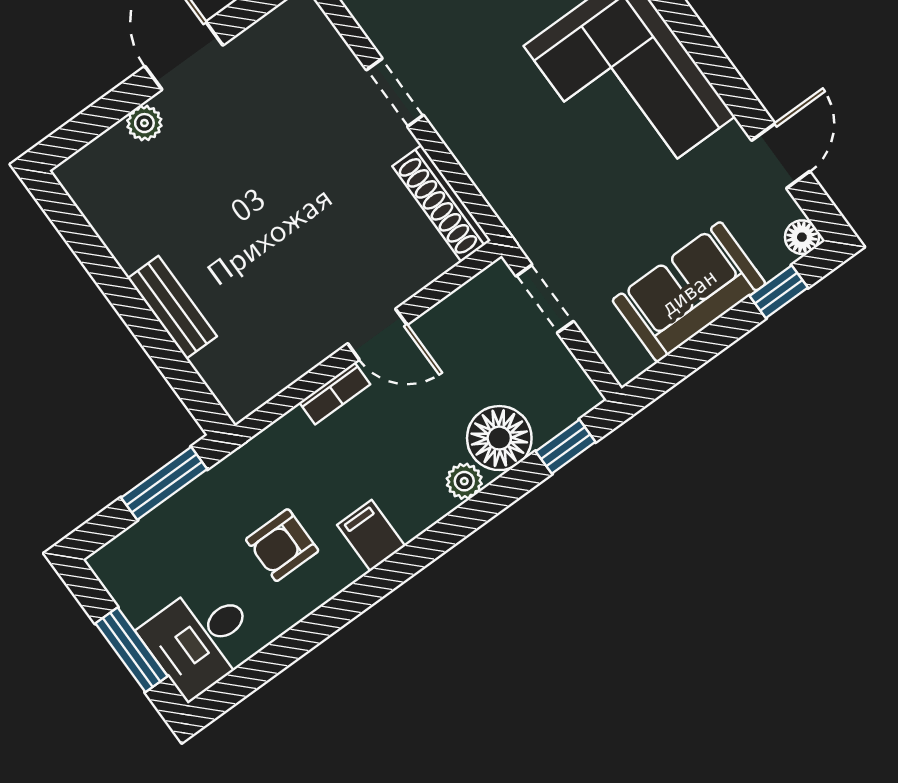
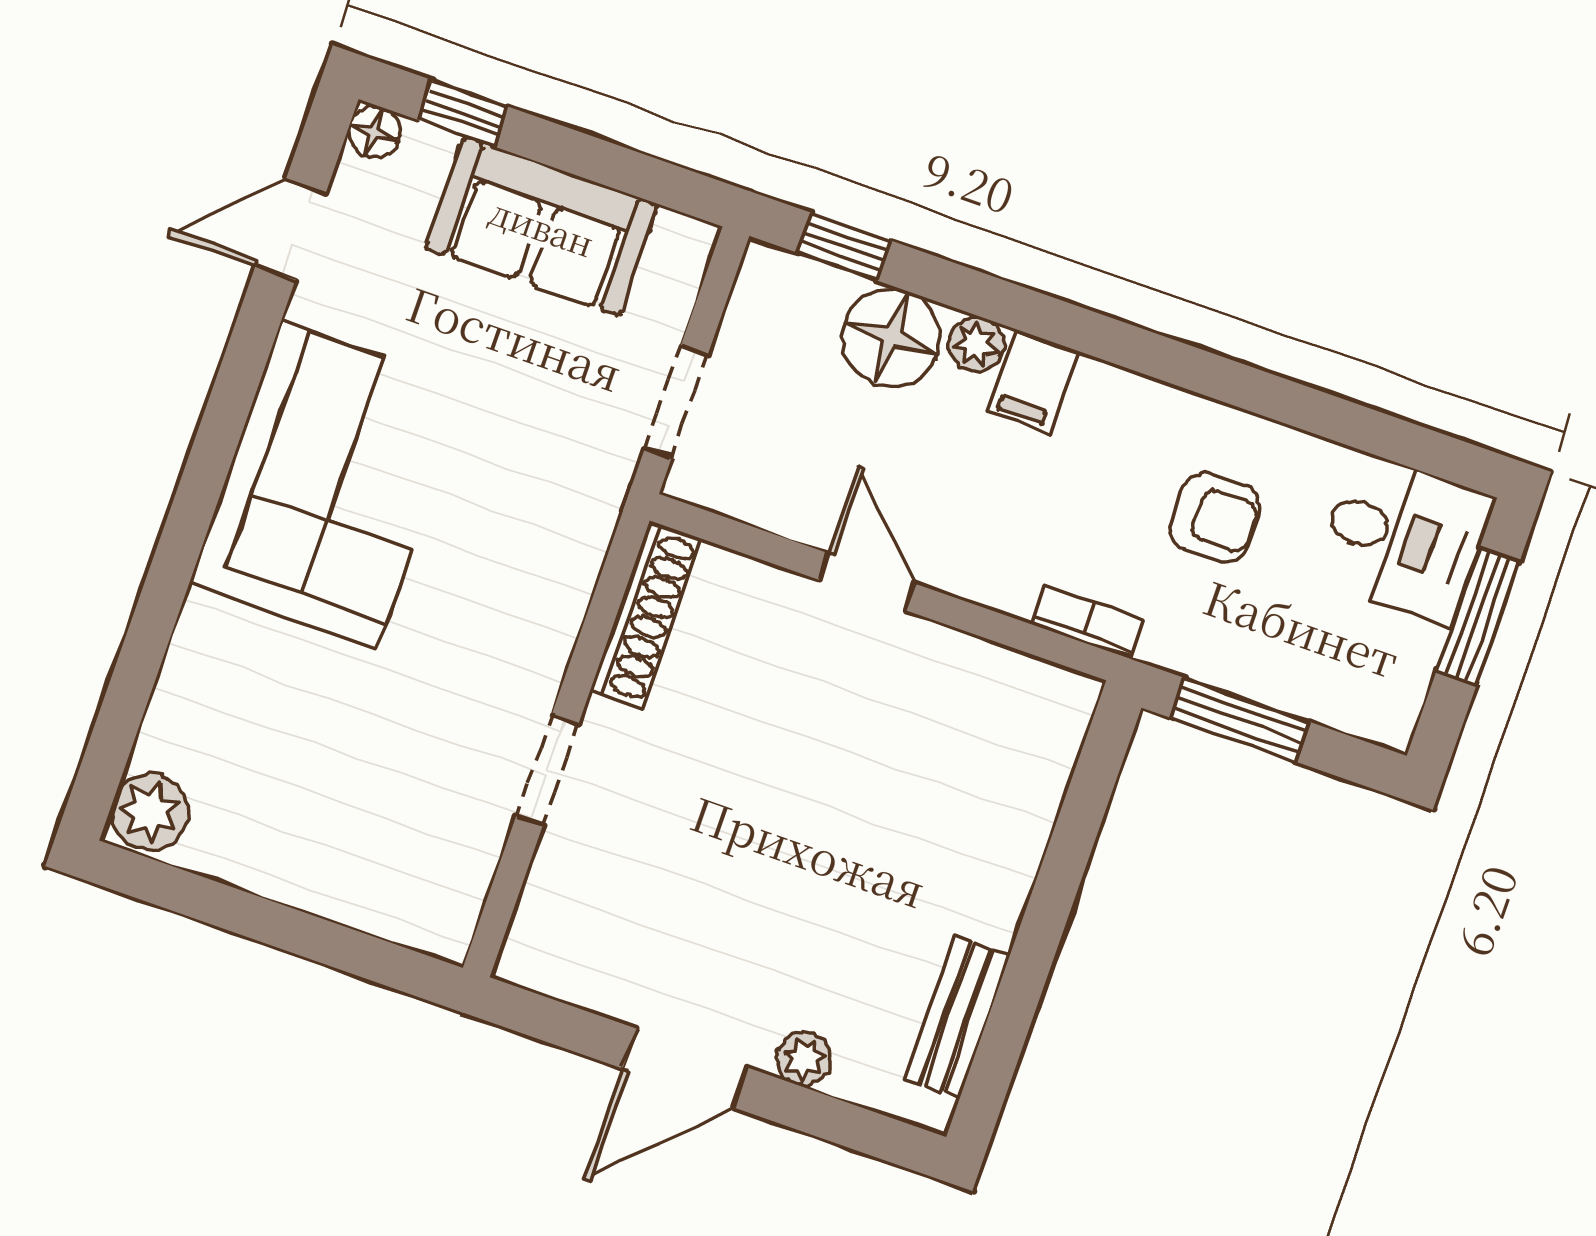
bench: (172, 307) -> (957, 1017), moved
bookcase: (335, 393) -> (1088, 622), moved
filing cabinet: (371, 535) -> (1033, 382), moved

